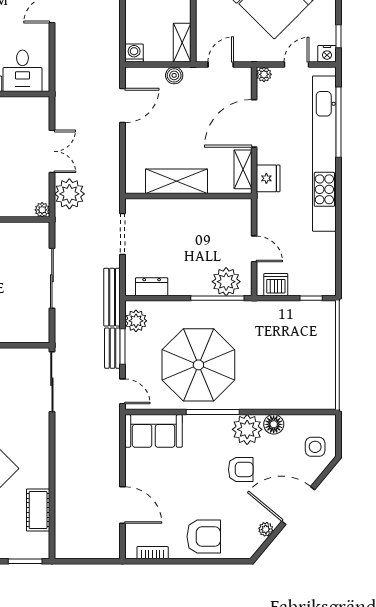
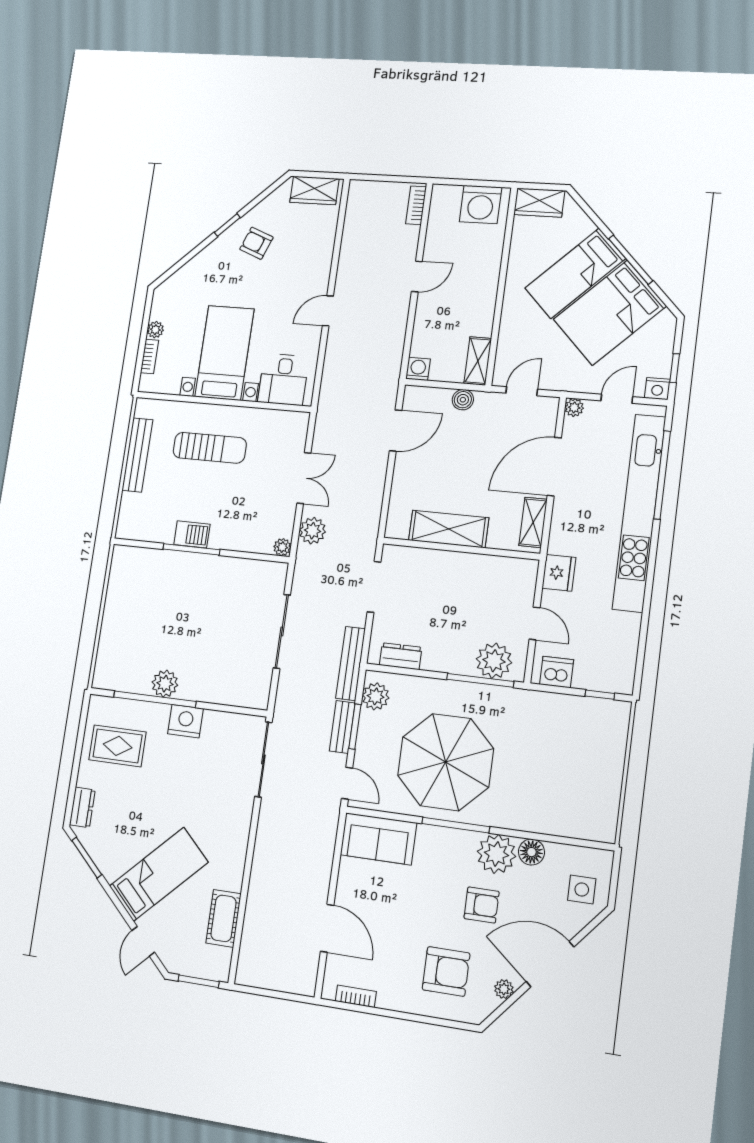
fridge: (268, 178) -> (559, 573), moved
plant: (69, 194) -> (313, 531), width x0.73, depth x0.73
armchair: (204, 537) -> (446, 971), moved

